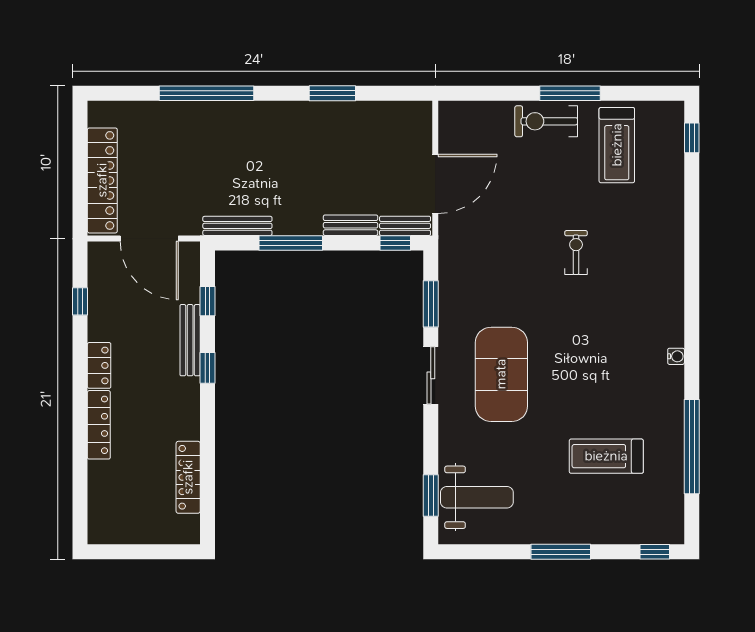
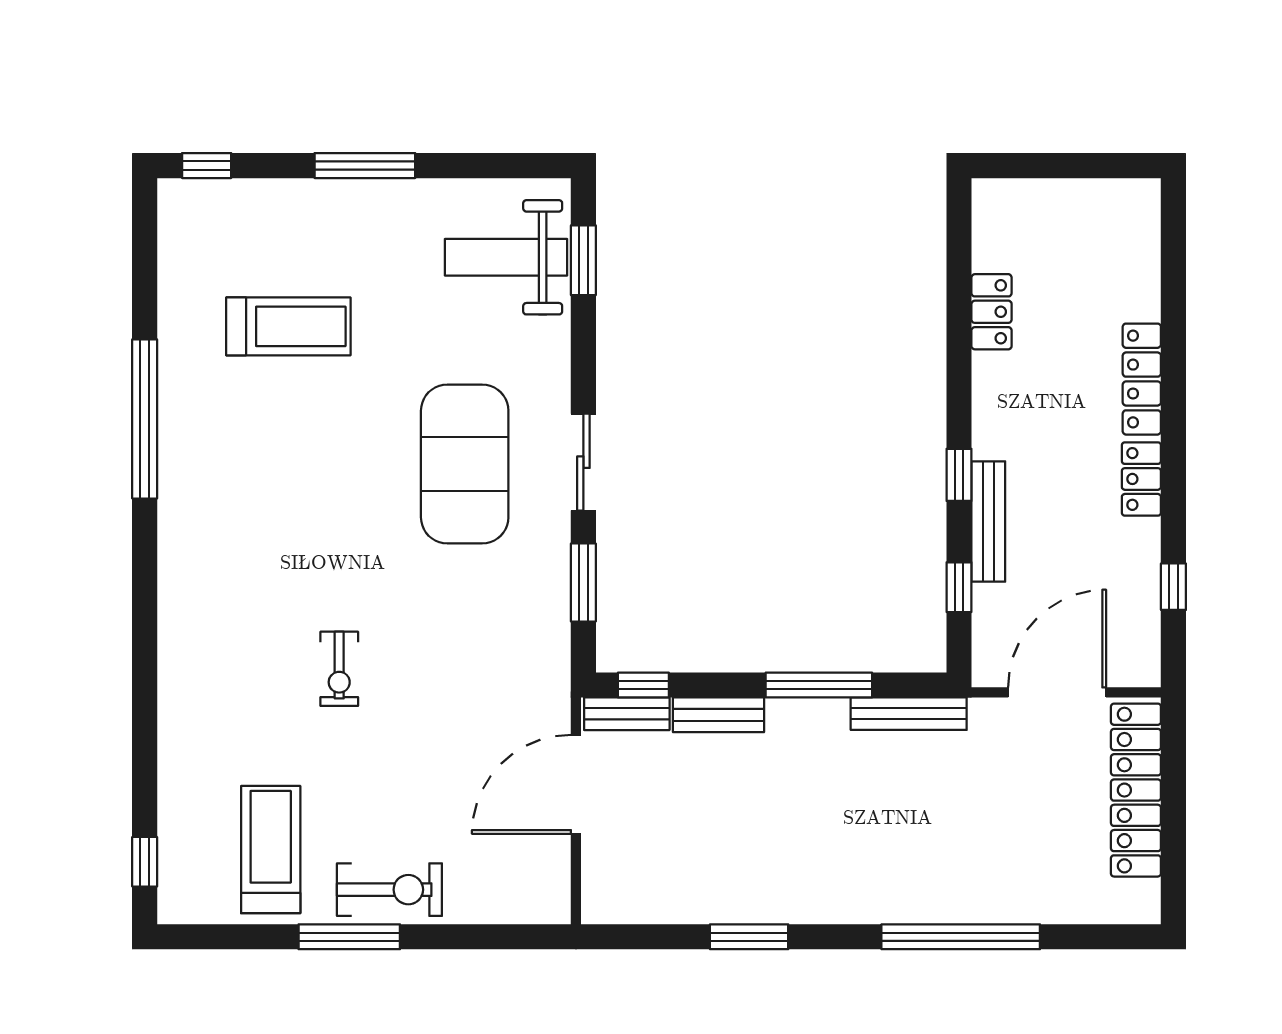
door: (149, 239) -> (1057, 692), hinge flipped
water cooler: (676, 356) -> (171, 494), removed
window: (692, 447) -> (145, 419), moved
locker: (188, 477) -> (992, 312), width x0.66

